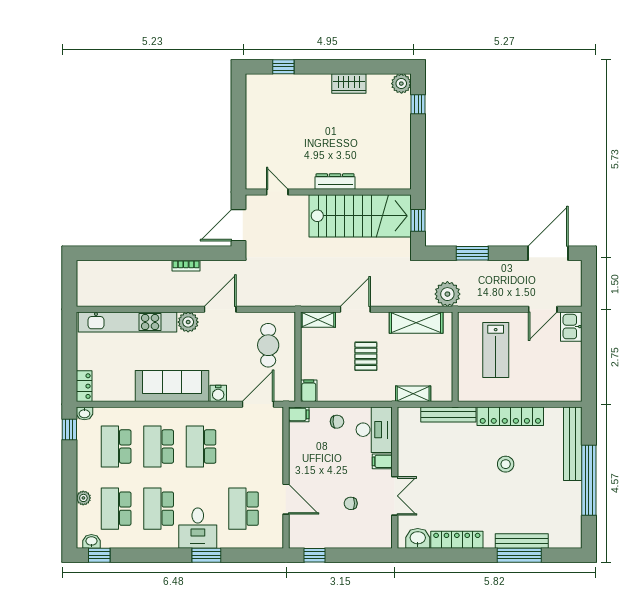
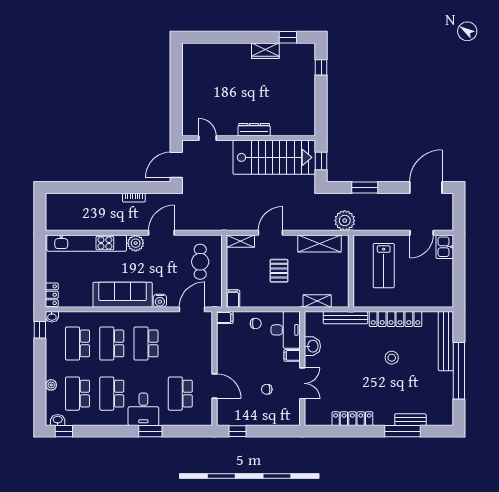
window: (283, 67) -> (288, 37), moved
plant: (401, 84) -> (308, 51), removed
washbasin: (418, 538) -> (312, 346), moved, turned 90
bench: (522, 541) -> (410, 420), width x0.73

